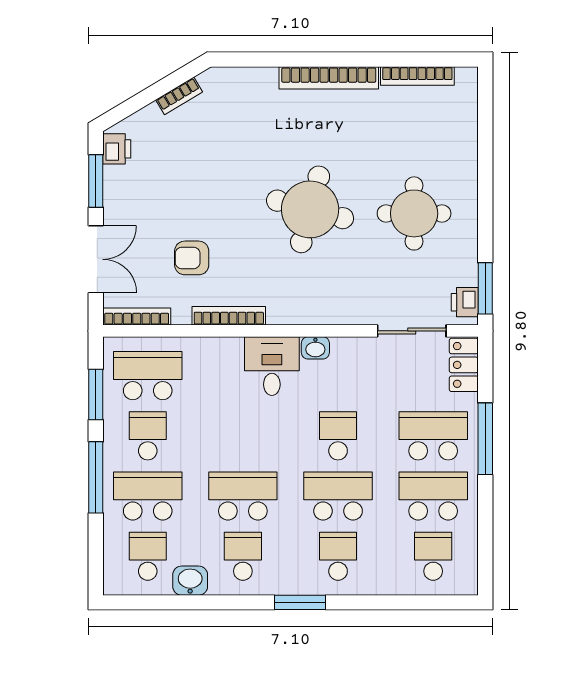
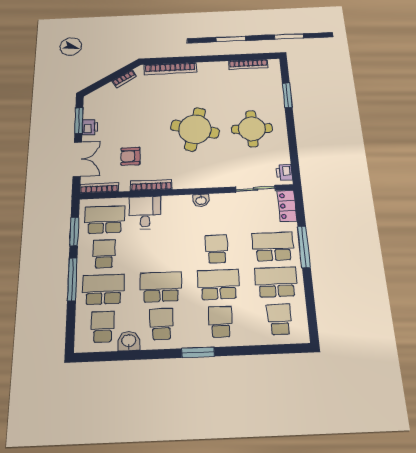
bookcase: (329, 78) -> (170, 69), moved
printer: (117, 149) -> (90, 127), moved
window: (485, 288) -> (287, 95), moved
desk: (272, 366) -> (145, 213), moved

